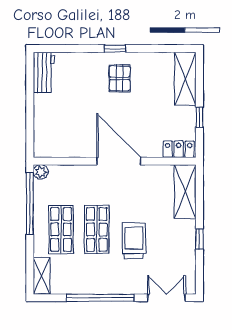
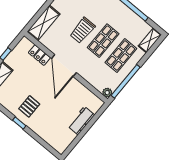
workbench: (44, 72) -> (81, 121), moved
locker: (179, 149) -> (39, 55), moved
trolley: (134, 241) -> (83, 30), moved

